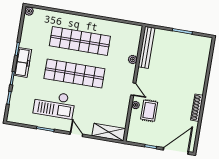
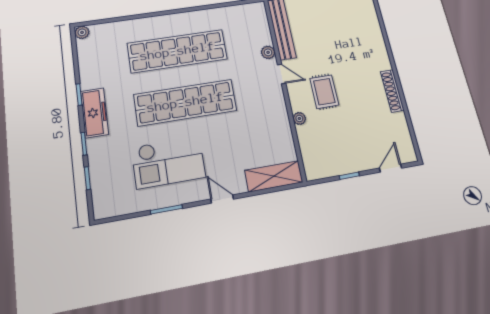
door: (133, 89) -> (282, 74), moved
rug: (149, 111) -> (324, 92), moved
door: (176, 151) -> (391, 168), width x0.53

